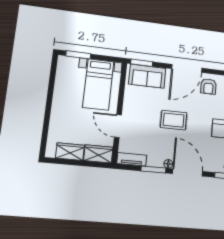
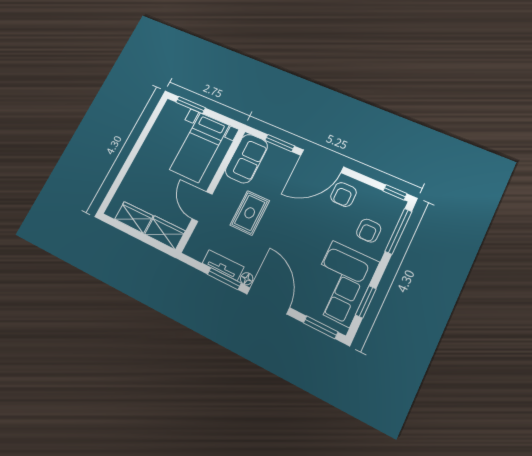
window: (142, 63) -> (280, 143), moved
sofa: (147, 76) -> (246, 159), moved, turned -90
rug: (174, 120) -> (250, 213), moved, turned 90
tv unit: (132, 159) -> (223, 265), moved

